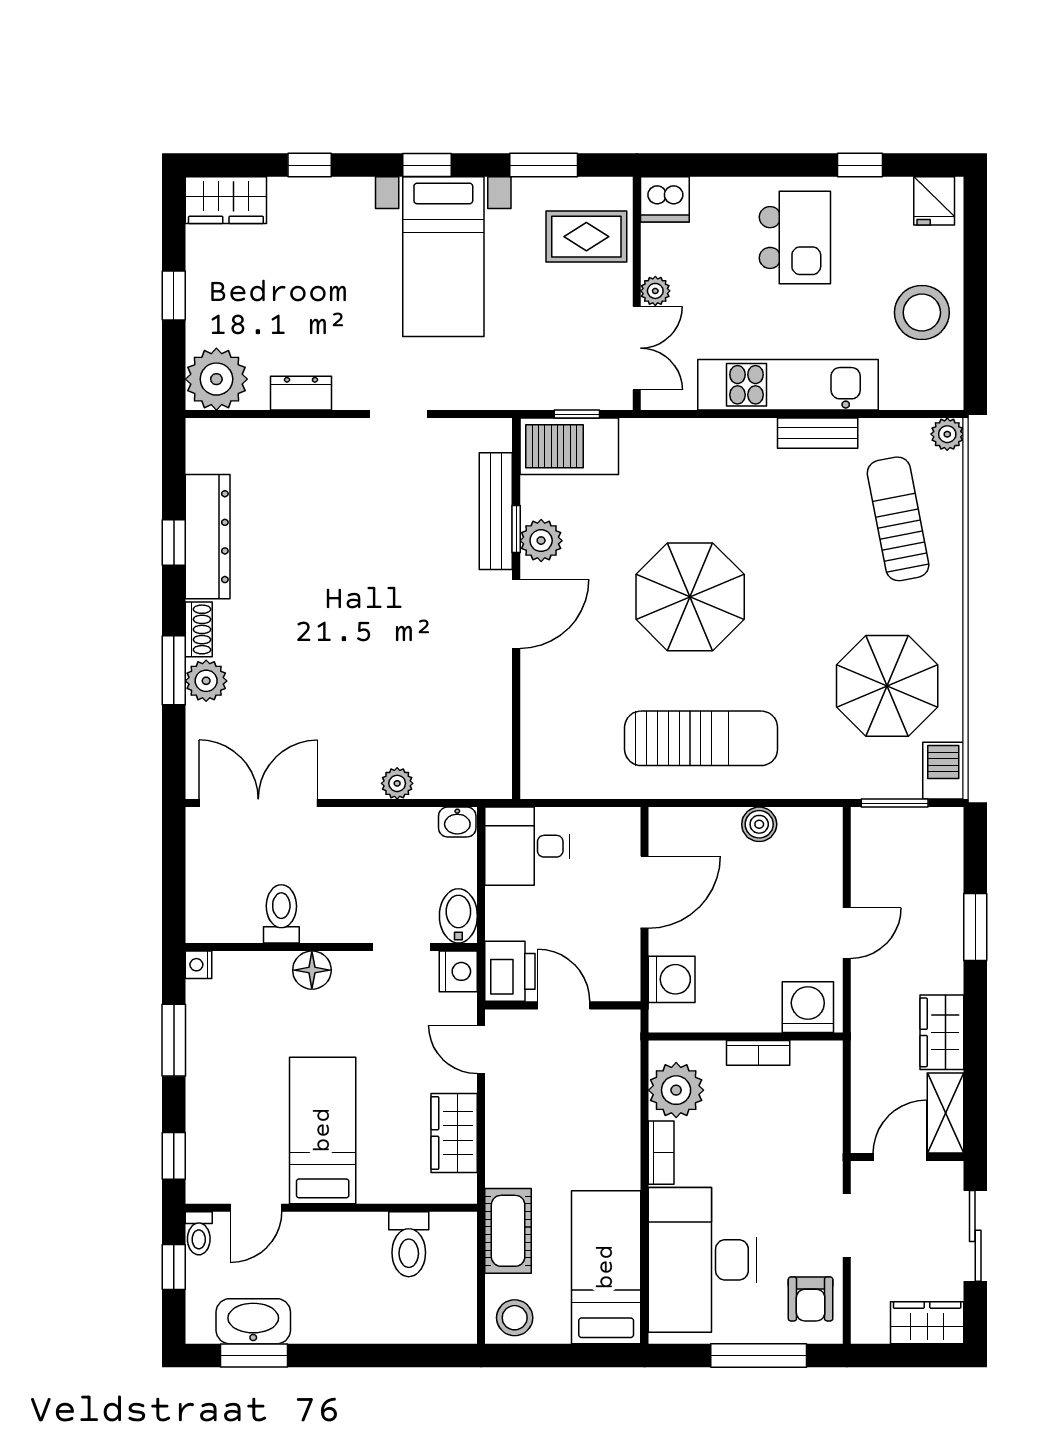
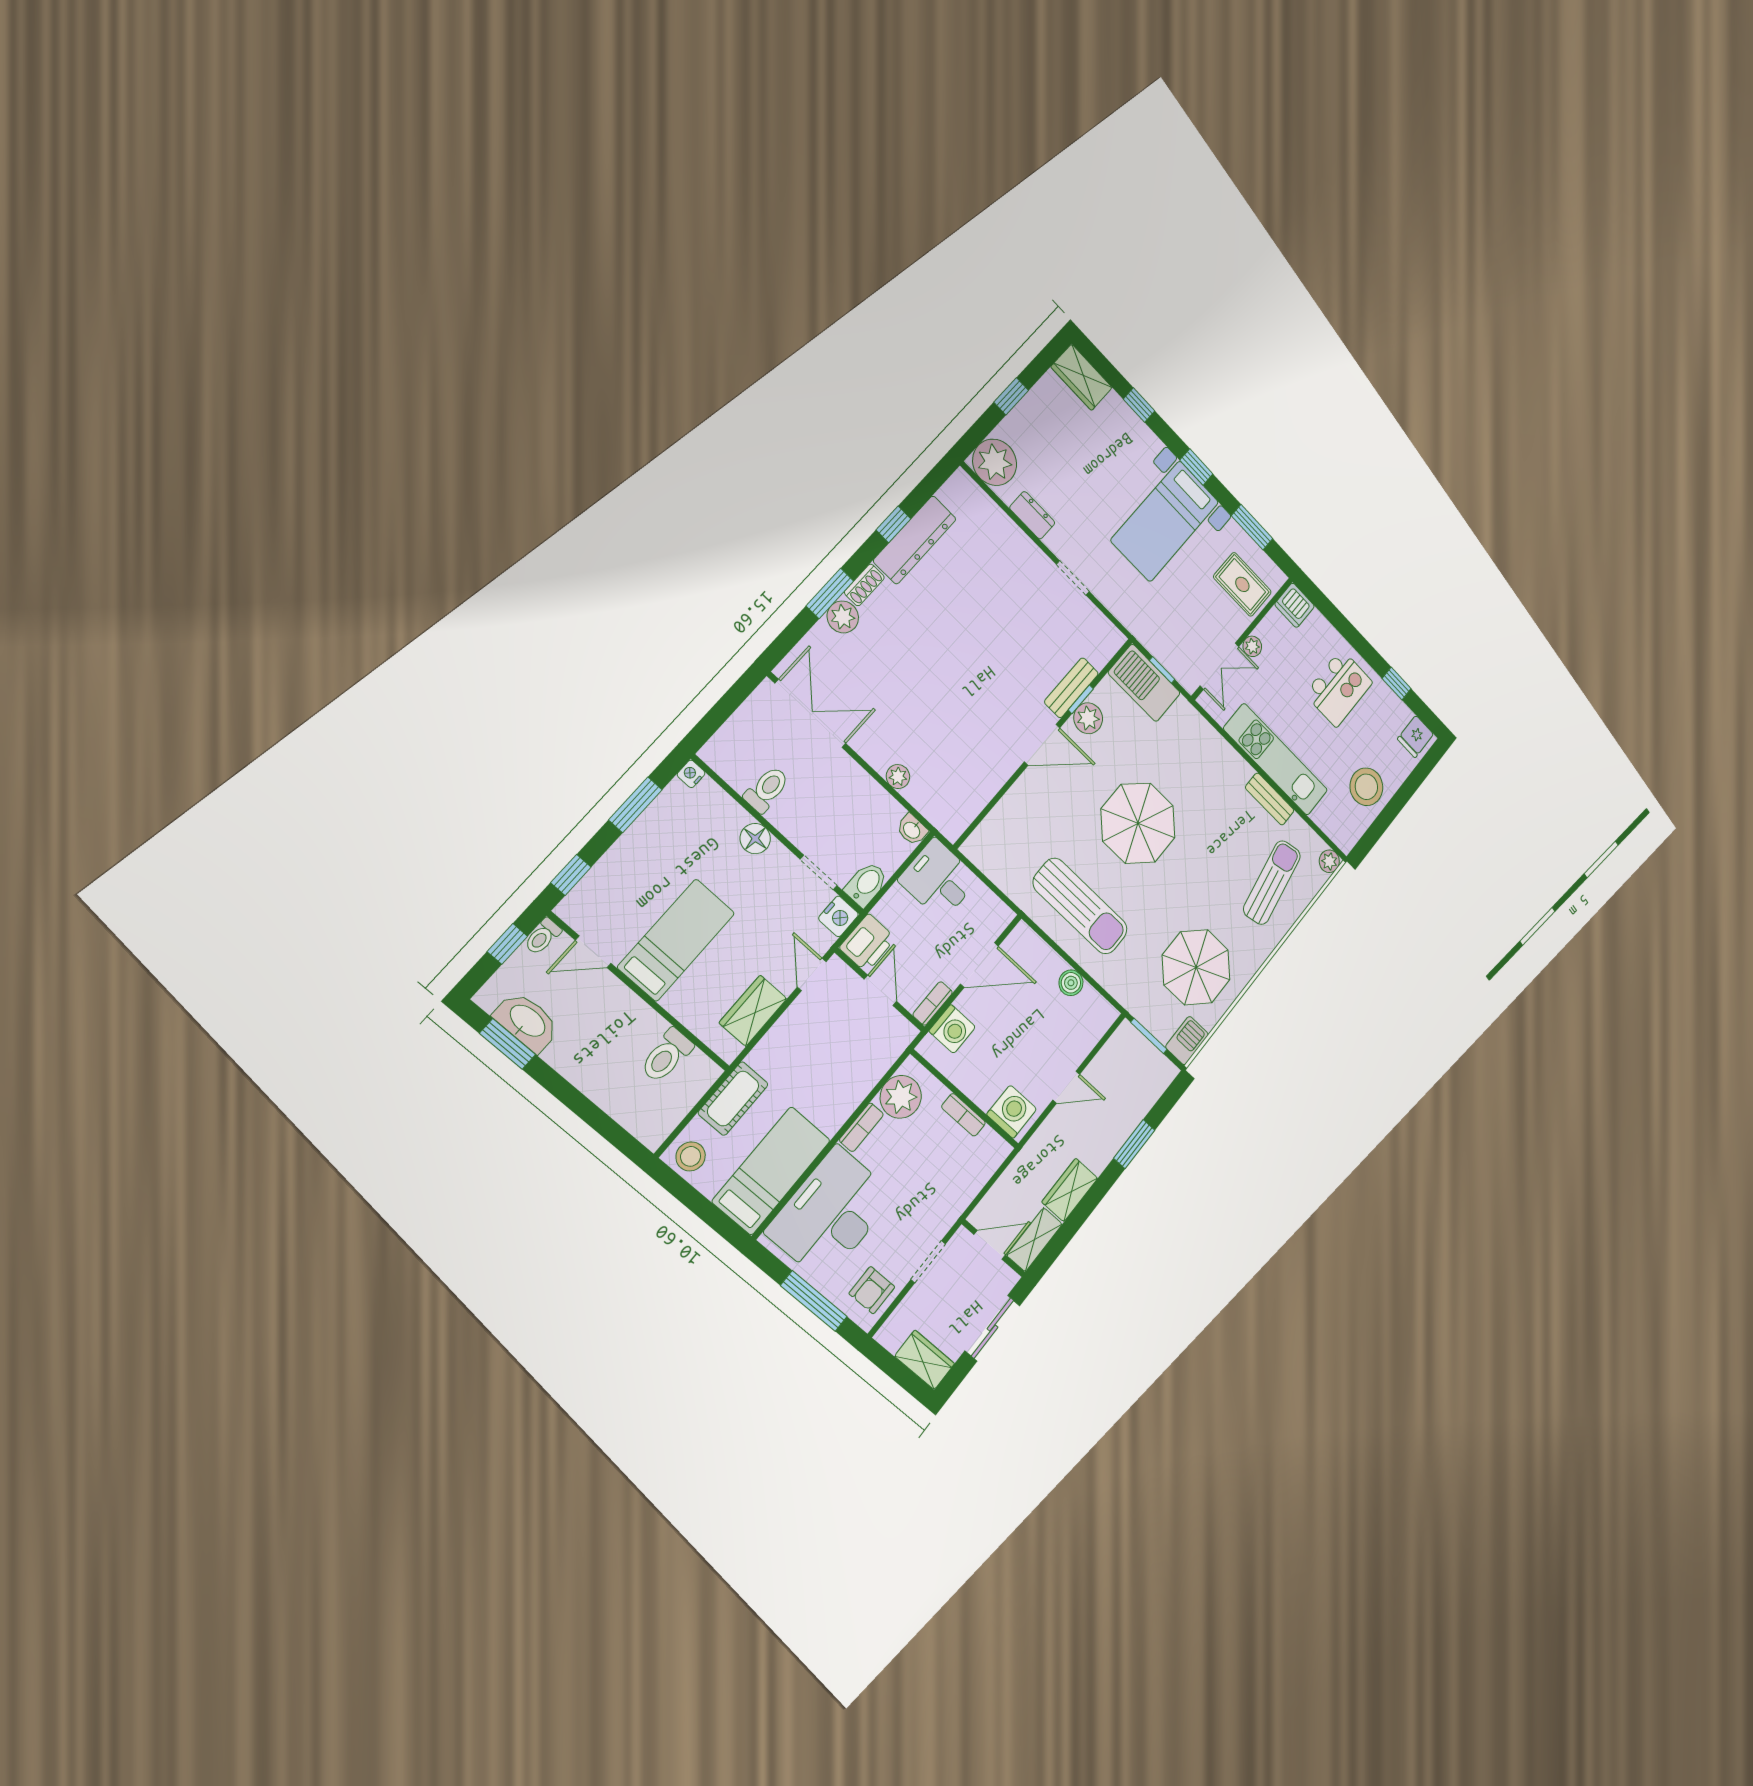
bench: (496, 511) -> (1071, 688), width x0.73
bookcase: (629, 972) -> (933, 1003), added

